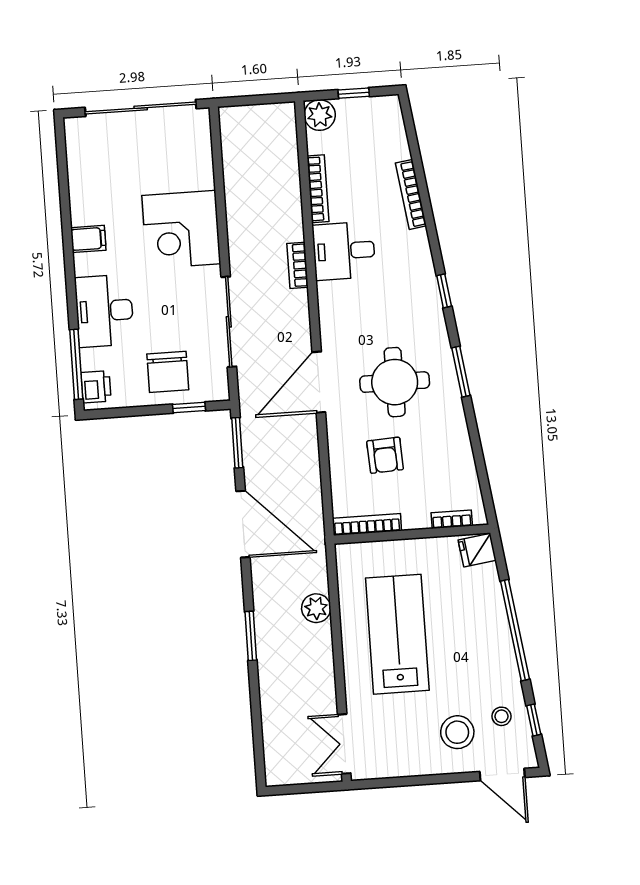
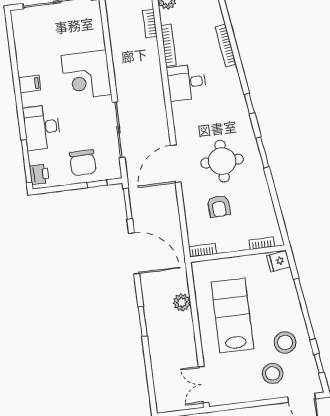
bookcase: (298, 265) -> (150, 24), moved
bookcase: (367, 524) -> (203, 250), width x0.64
stool: (502, 716) -> (285, 342), moved, width x1.89, depth x1.89

